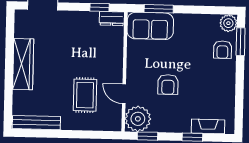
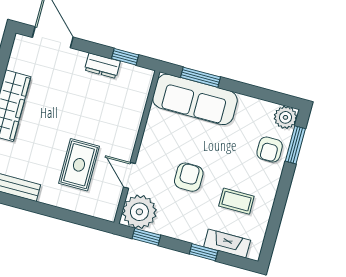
dresser: (112, 19) -> (102, 66), moved
sofa: (150, 26) -> (195, 99), width x1.36
armchair: (168, 84) -> (189, 177), turned 180
coffee table: (207, 94) -> (236, 201), added

